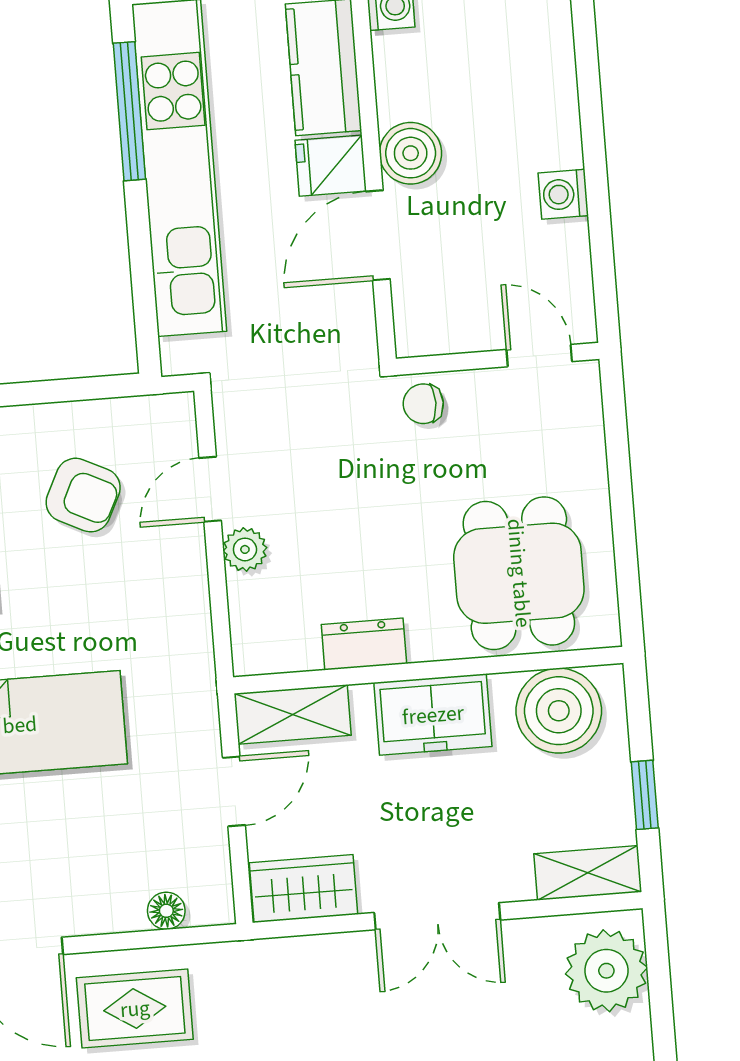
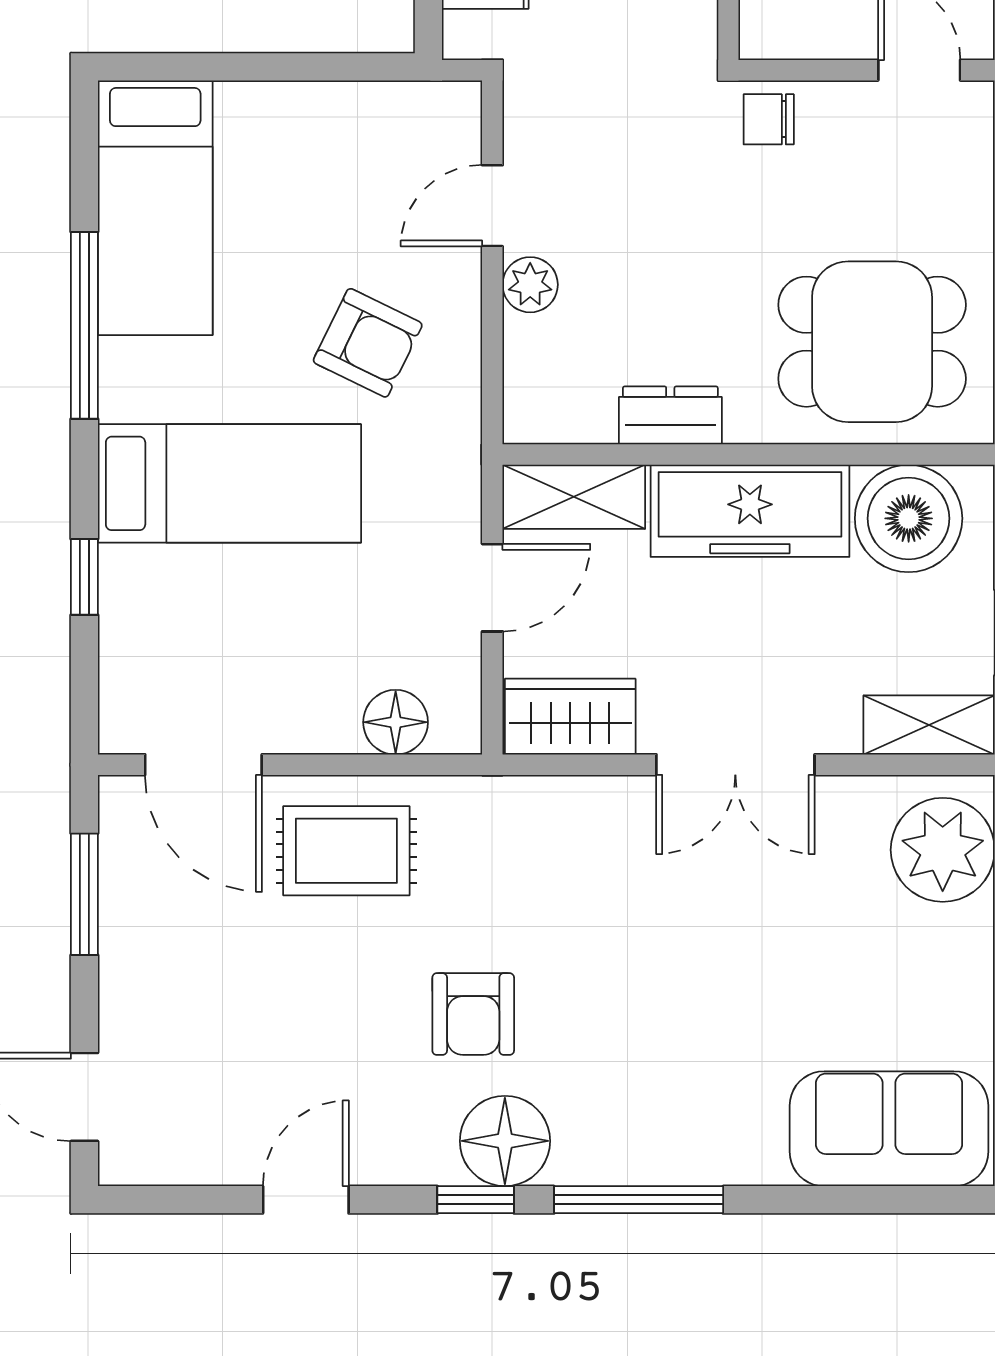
armchair: (83, 495) -> (368, 343), moved
dining table: (519, 573) -> (872, 342), turned 90
freezer: (433, 715) -> (750, 511), width x1.40
floor lamp: (166, 911) -> (396, 722), width x1.37, depth x1.37

